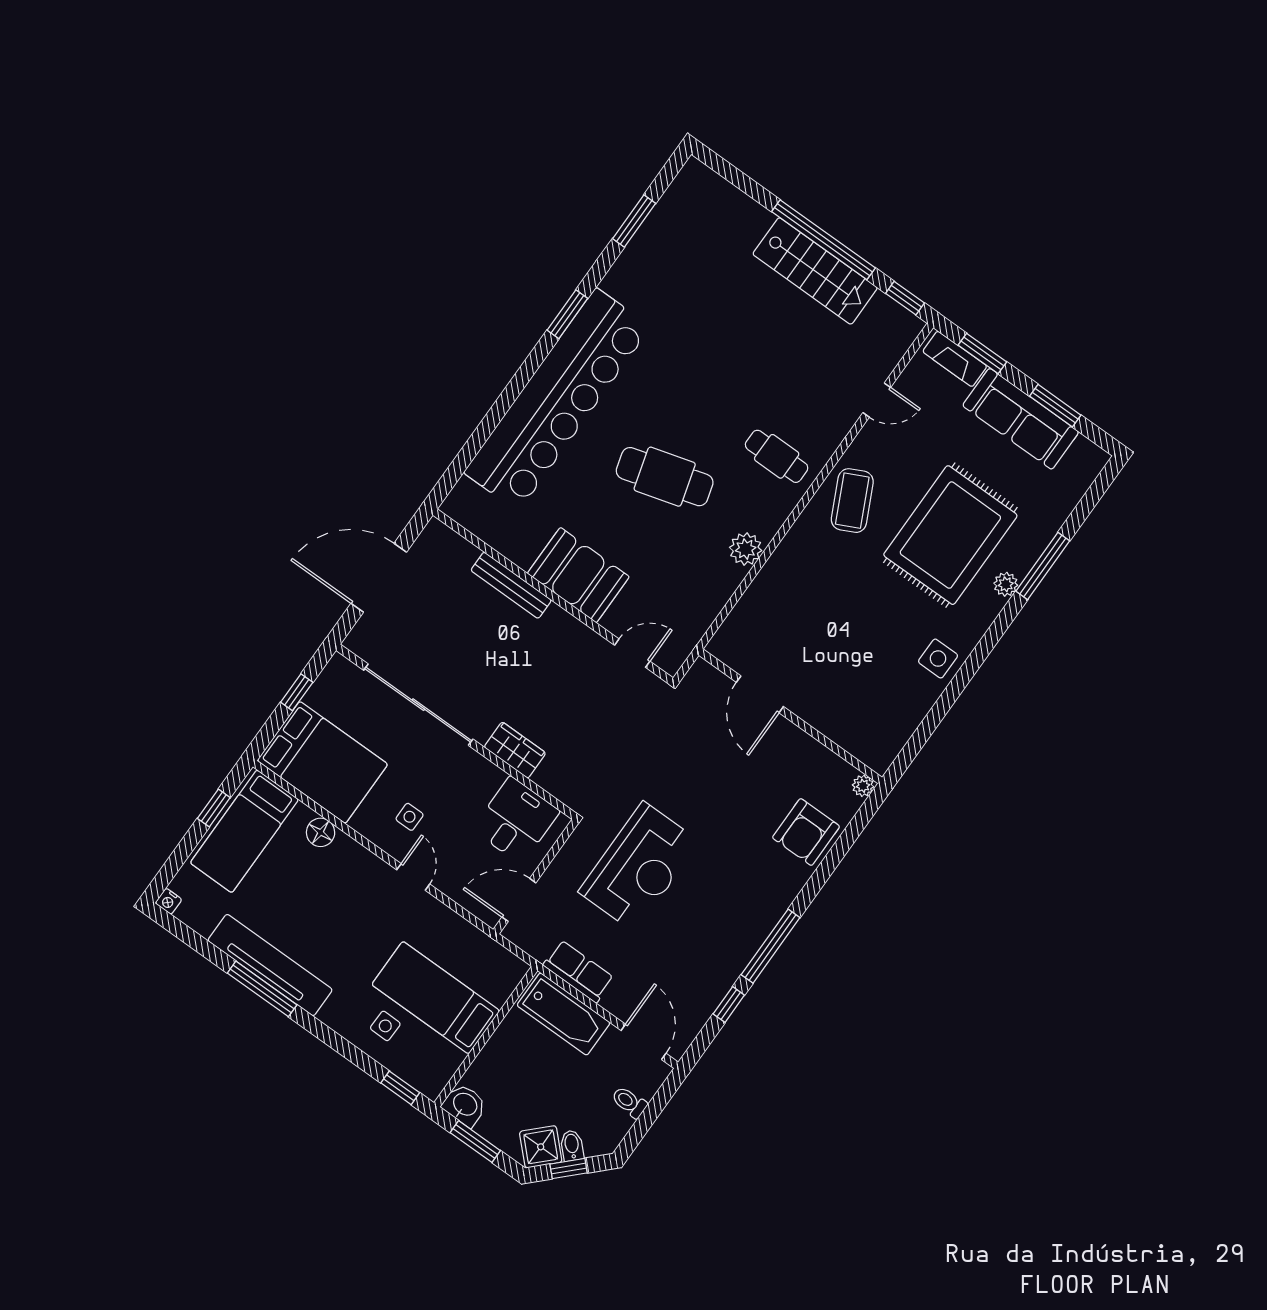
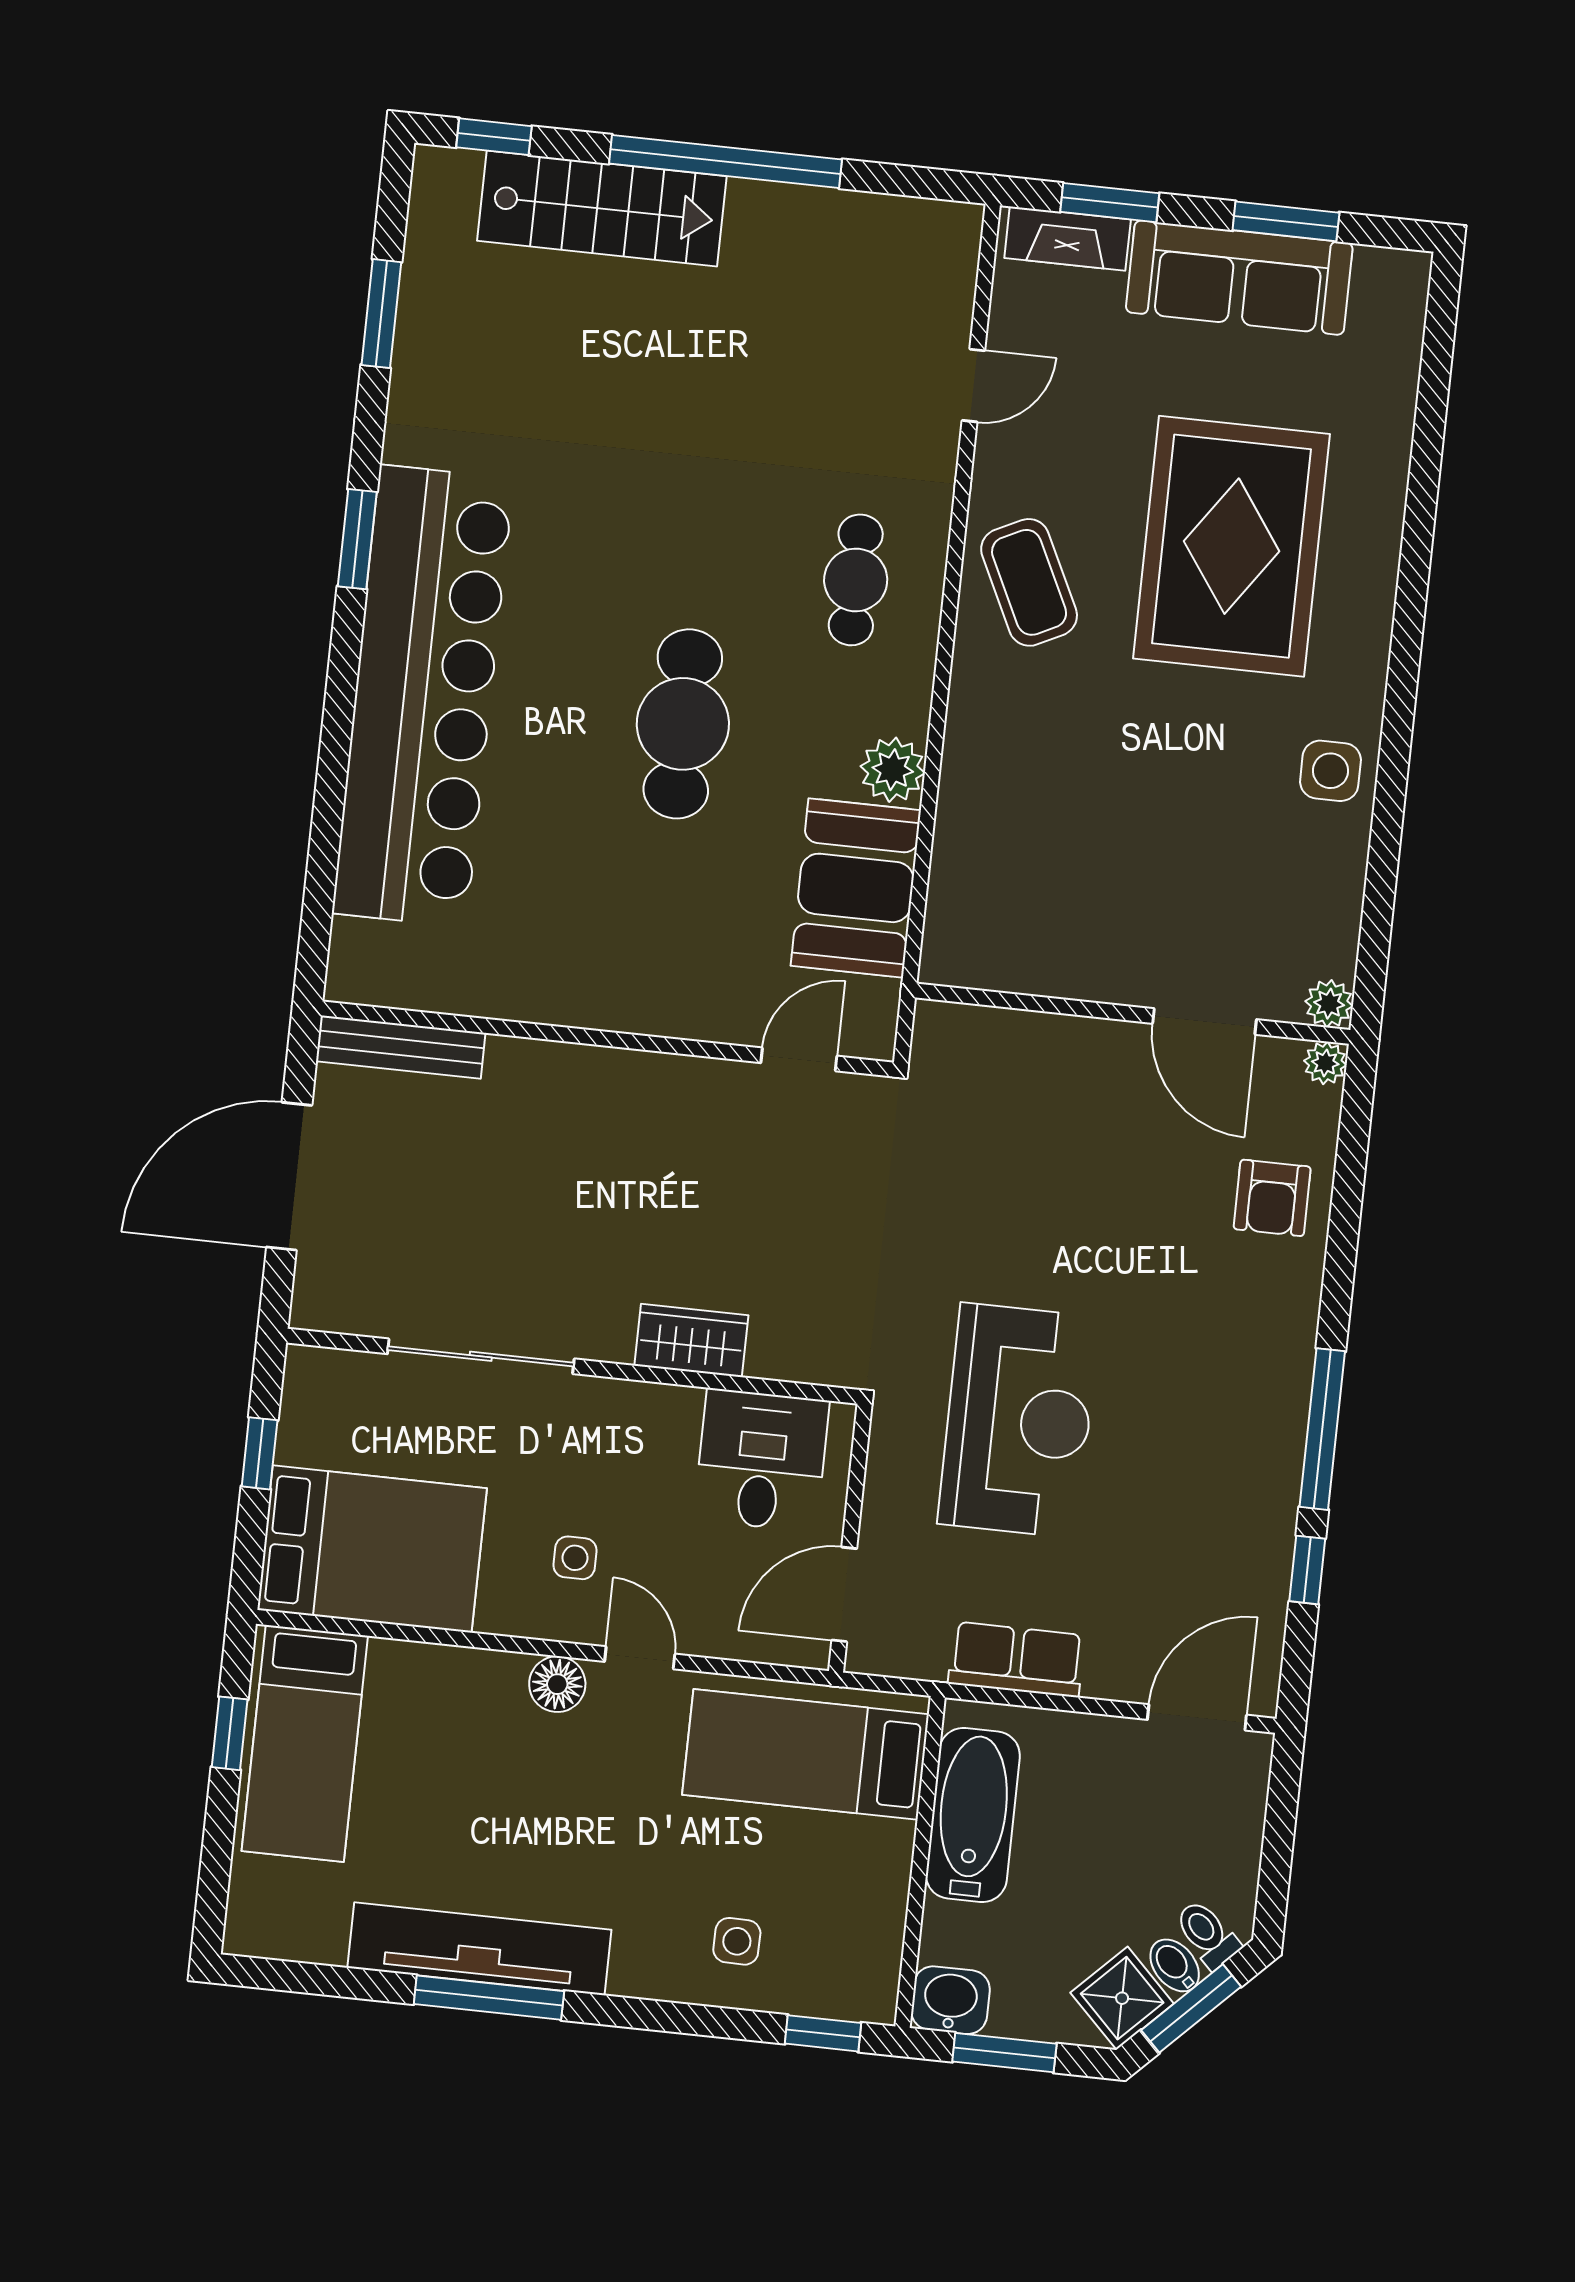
stairs: (815, 271) -> (602, 209), moved
window: (905, 298) -> (494, 137), moved
cafe table: (777, 456) -> (856, 580), turned 90
cafe table: (665, 477) -> (683, 724), turned -74
window: (1043, 566) -> (1421, 509), removed
booth: (578, 575) -> (856, 888), moved, turned 90
plant: (1006, 584) -> (1329, 1004), moved
bench: (511, 585) -> (401, 1047), moved
door: (760, 694) -> (1204, 1021), moved
sliding door: (418, 705) -> (481, 1356), width x0.73
floor lamp: (321, 832) -> (557, 1684), moved
armchair: (806, 832) -> (1272, 1198), width x0.72, depth x0.72
nightstand: (169, 901) -> (242, 1938), removed
bed: (436, 998) -> (806, 1754), moved
bathtub: (563, 1014) -> (973, 1815), moved, turned -90
door: (644, 1042) -> (1197, 1717), hinge flipped
toilet: (629, 1102) -> (1207, 1934), moved, turned 45
window: (569, 1169) -> (1191, 2008), width x1.50

